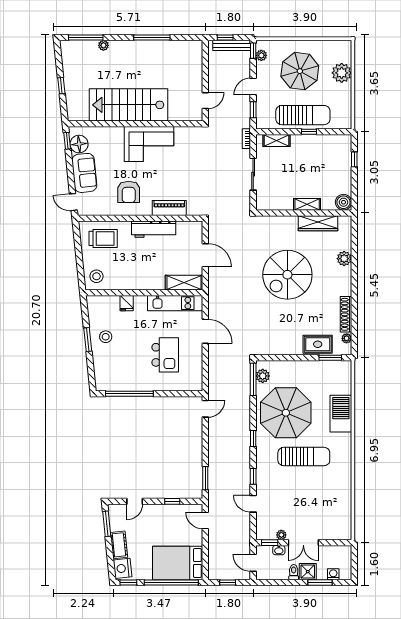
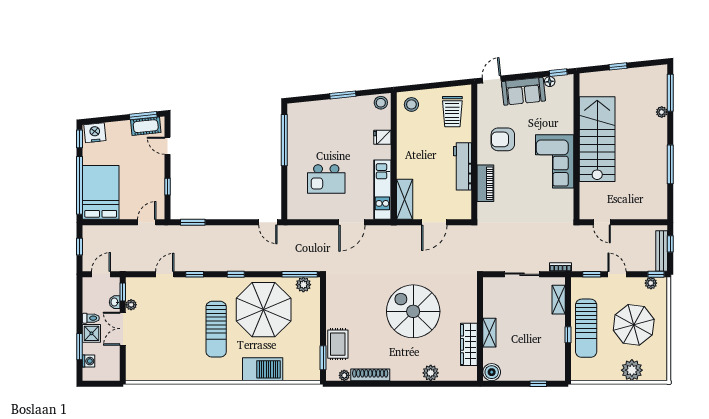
floor lamp: (79, 144) -> (550, 82), width x0.53, depth x0.53
stool: (106, 337) -> (381, 103), moved
cot: (119, 545) -> (146, 126), moved

